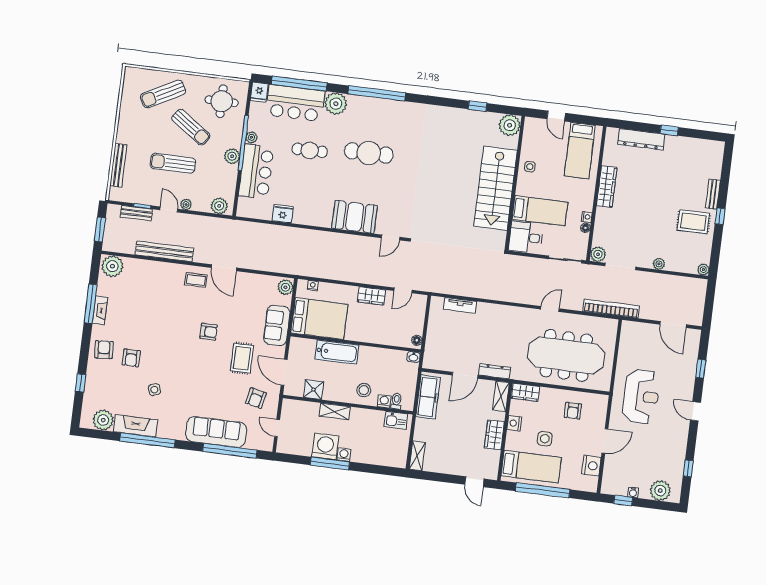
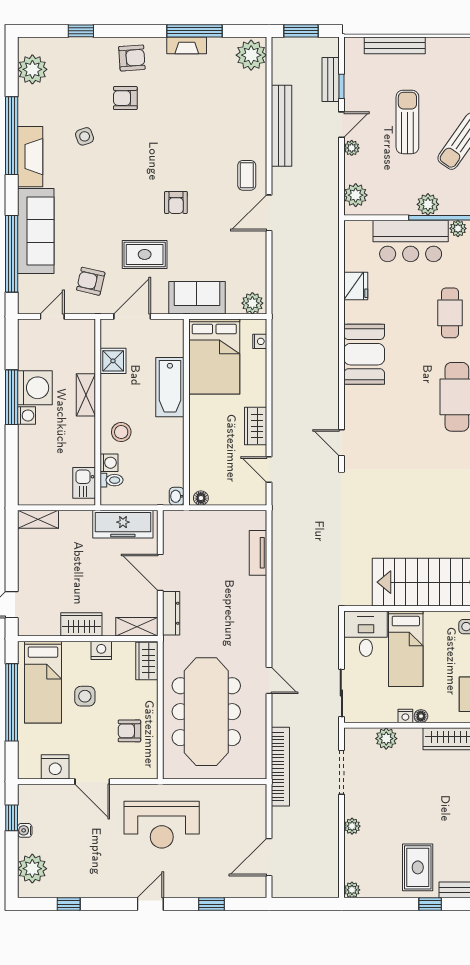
booth: (355, 217) -> (364, 354), moved
floor lamp: (585, 228) -> (421, 716), moved
plant: (598, 254) -> (386, 739), moved
fireplace: (135, 426) -> (30, 157), moved

